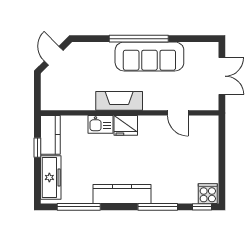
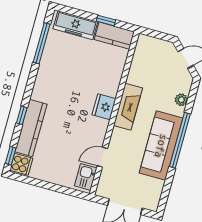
plant: (97, 49) -> (181, 100), added
kitchen sink: (100, 124) -> (86, 177), moved
kitchen counter: (122, 194) -> (31, 128), moved
window: (158, 207) -> (22, 115), width x0.46

